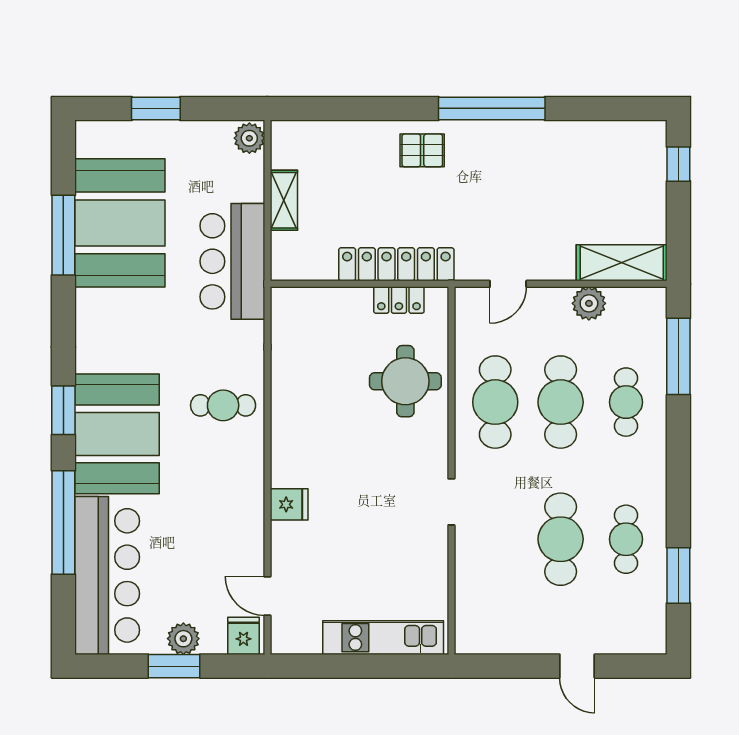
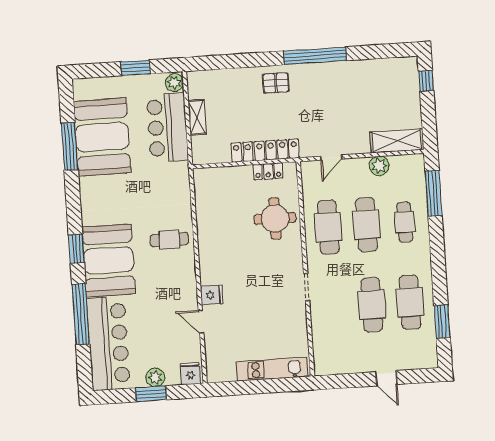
window: (156, 108) -> (135, 68), moved
bar counter: (232, 261) -> (167, 127), moved
cafe table: (626, 539) -> (410, 302), width x1.37, depth x1.35
door: (267, 596) -> (201, 322), moved

